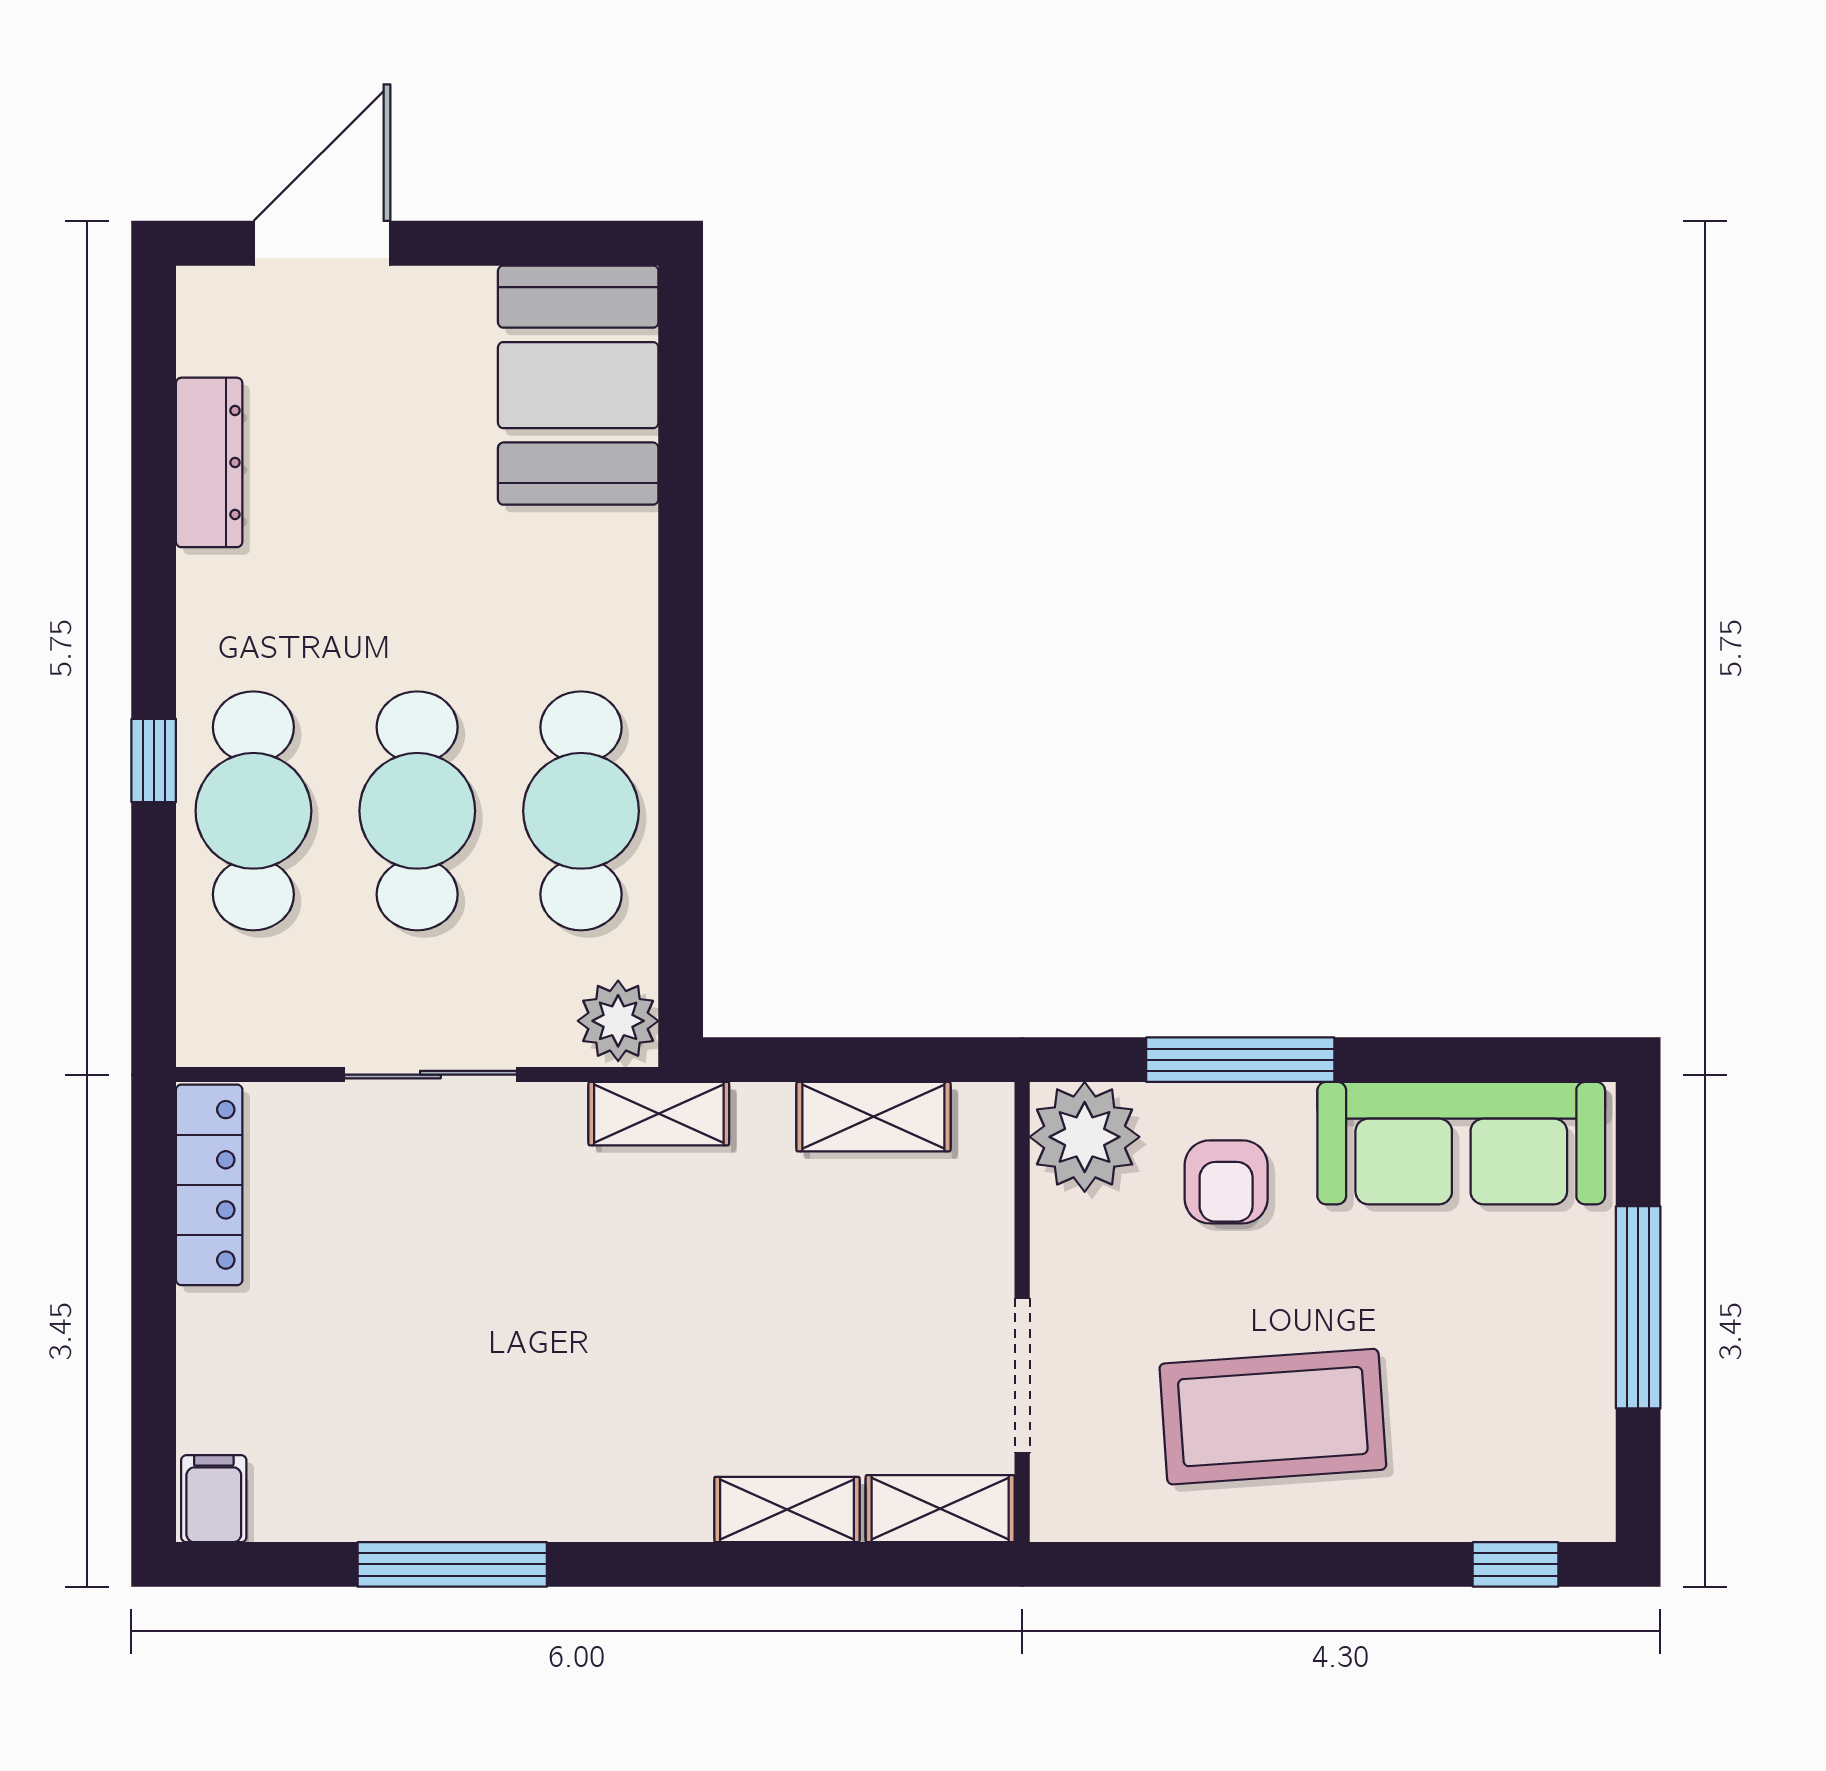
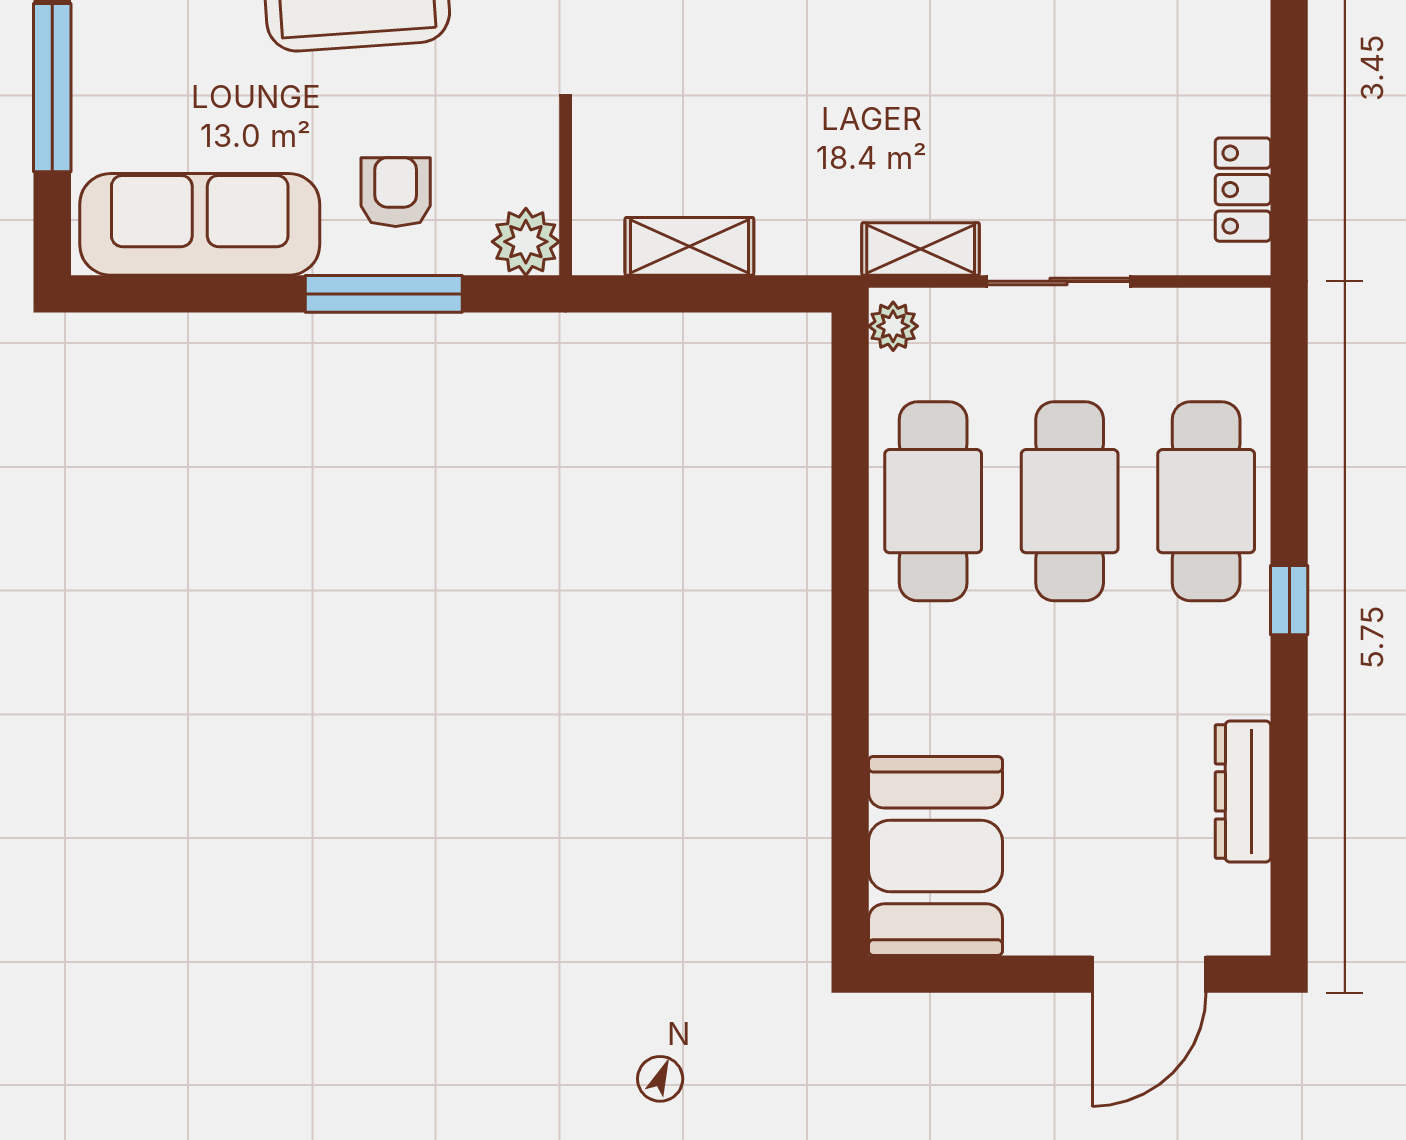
window: (154, 760) -> (1289, 600), moved
plant: (618, 1021) -> (893, 326), width x0.73, depth x0.73
shelving: (659, 1114) -> (921, 249), moved
plant: (1085, 1137) -> (526, 242), width x0.73, depth x0.73
locker: (209, 1185) -> (1243, 190), width x0.66

